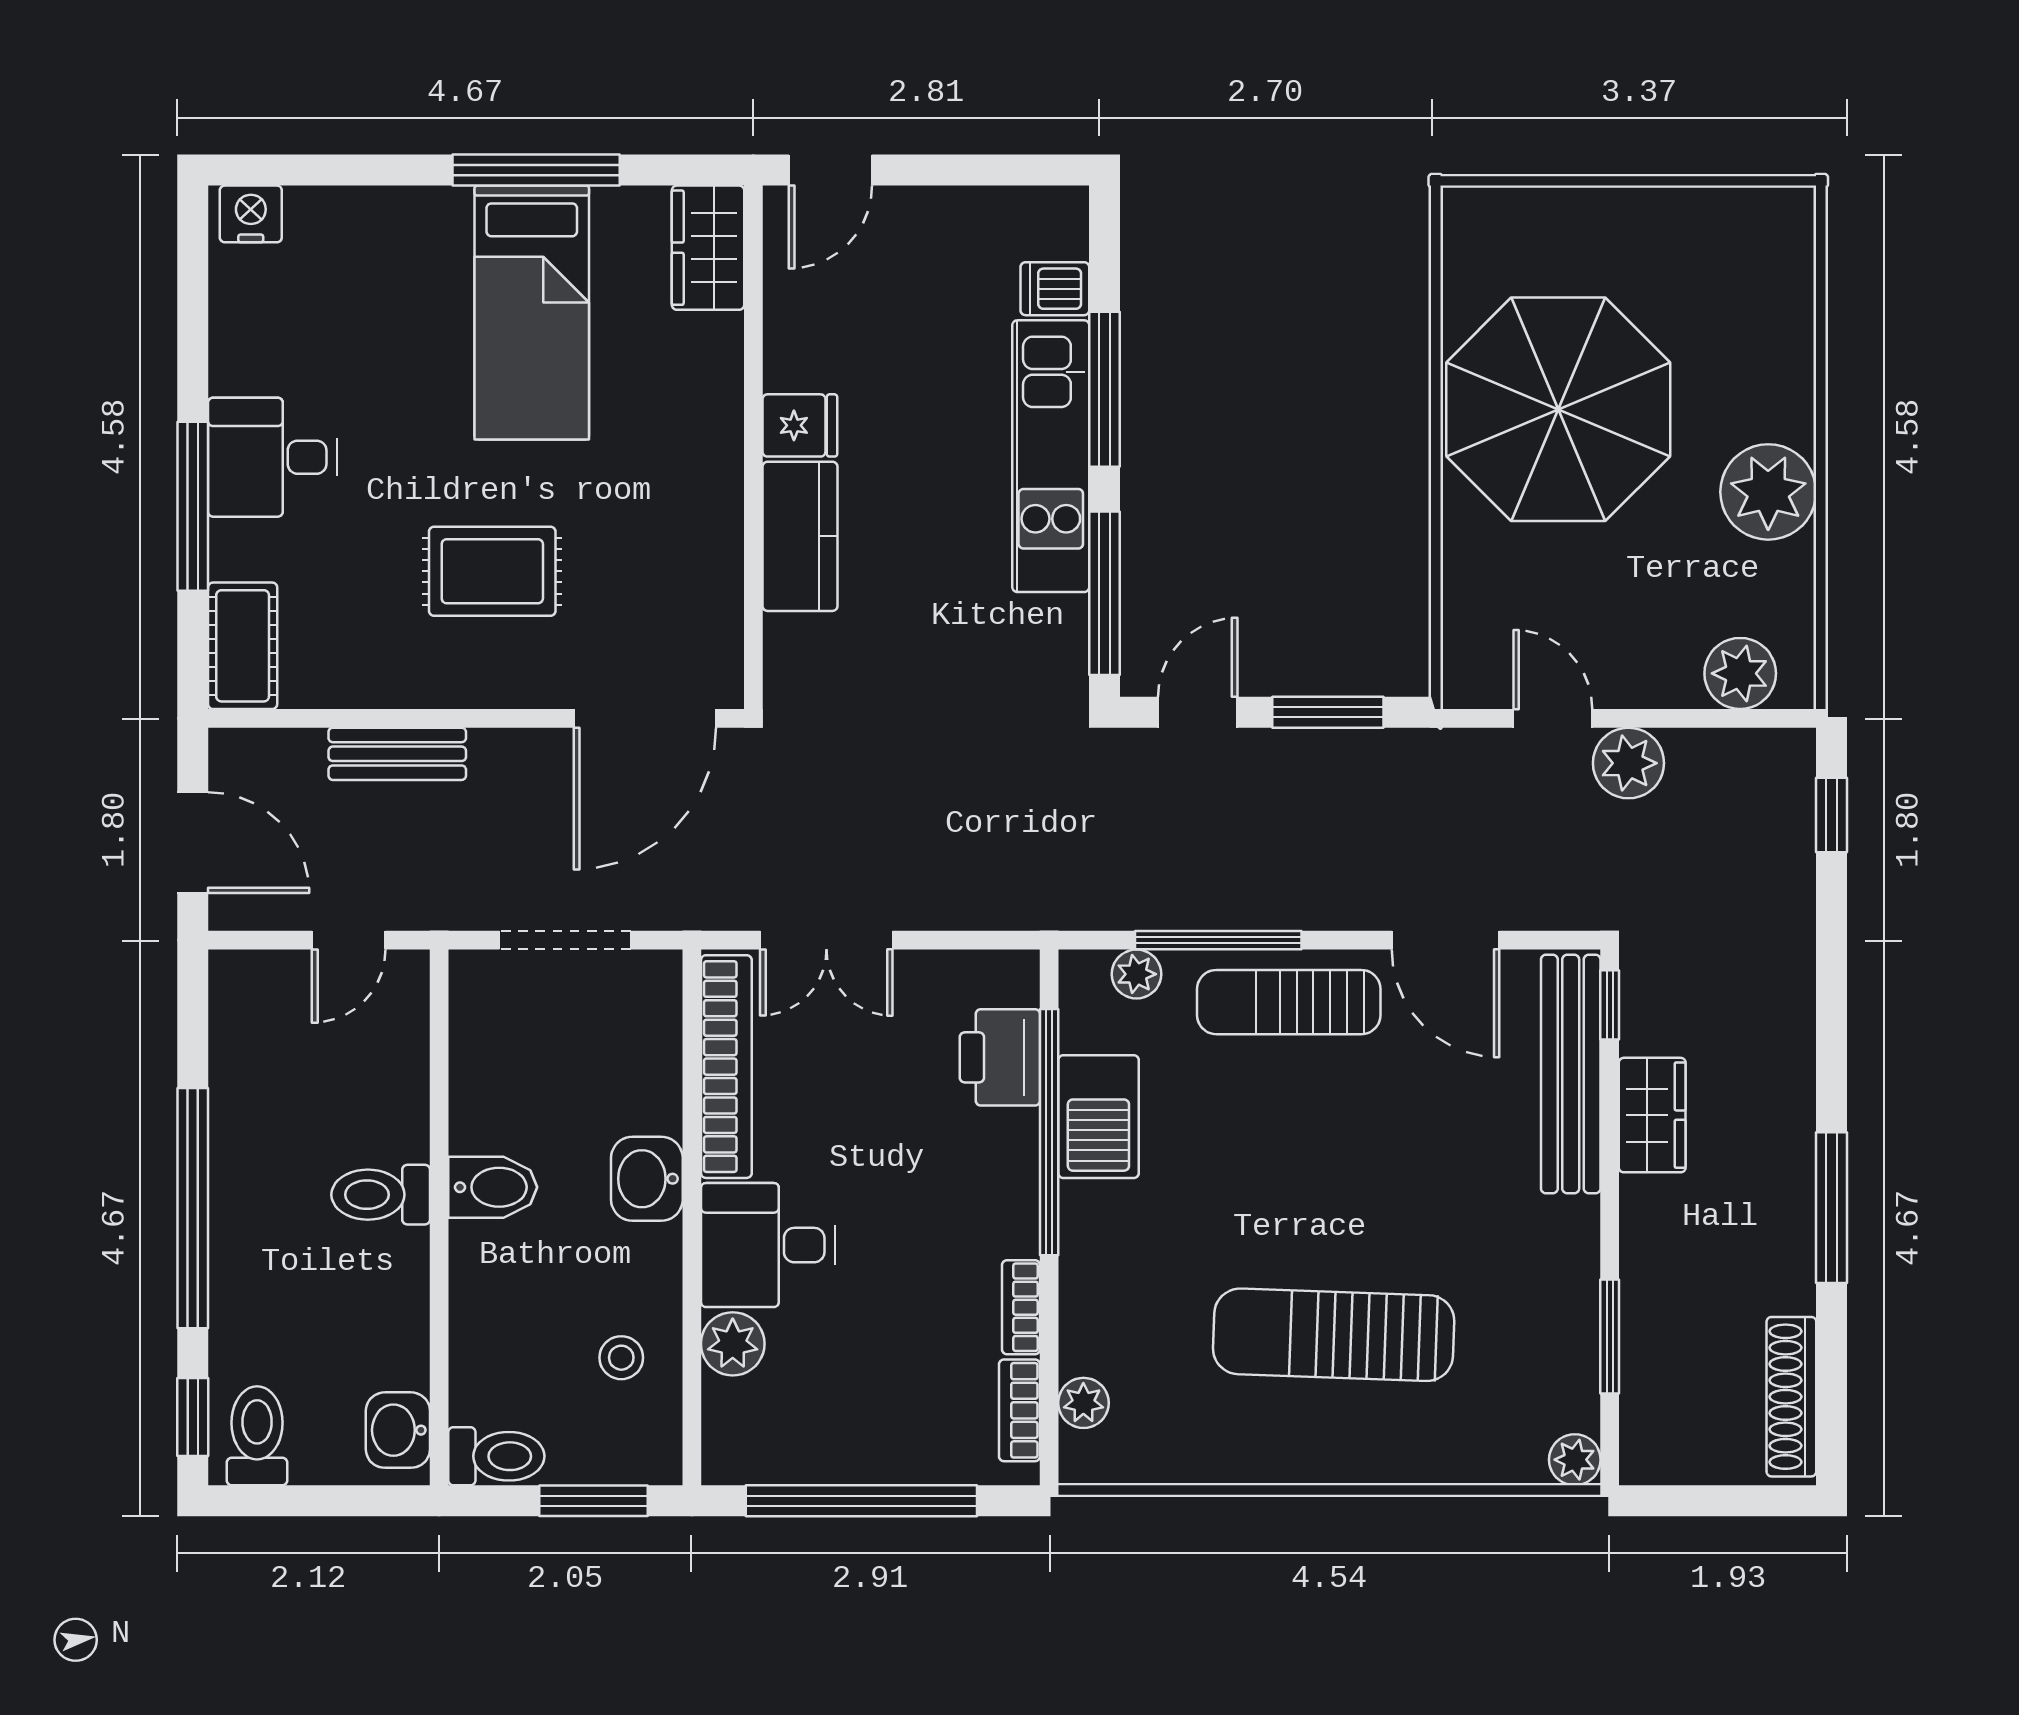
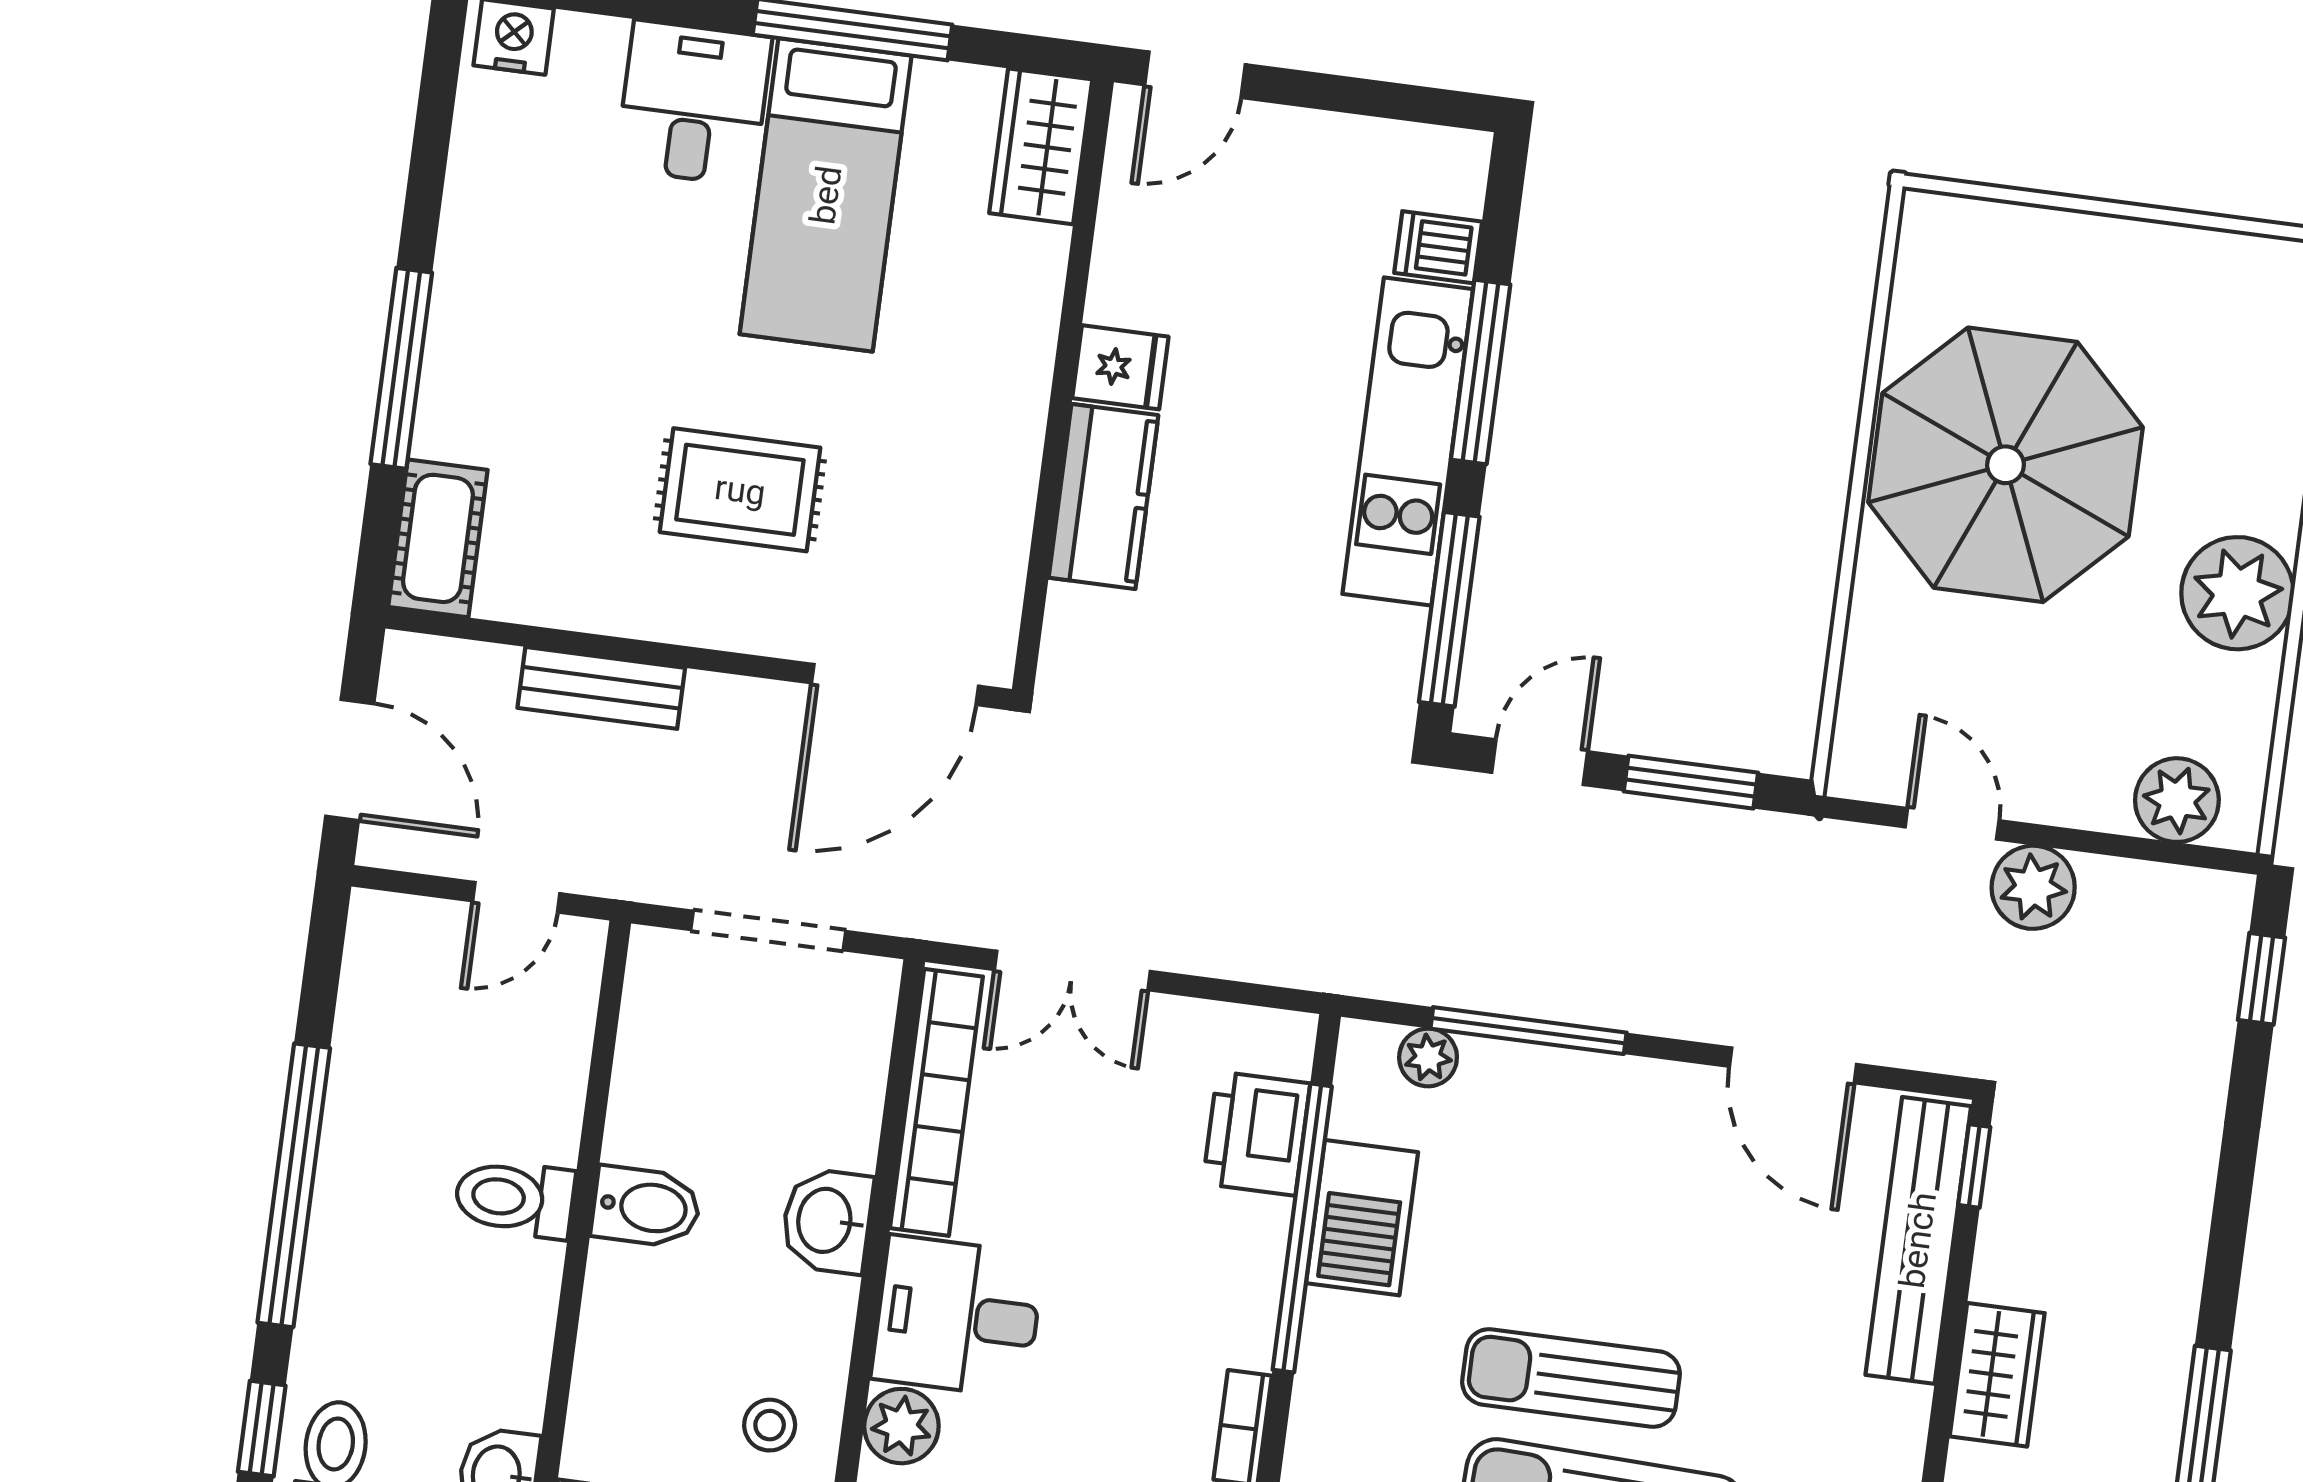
desk: (272, 457) -> (694, 103), moved, turned 90
sun lounger: (1289, 1002) -> (1571, 1378), moved
wardrobe: (1652, 1115) -> (1997, 1375), moved

